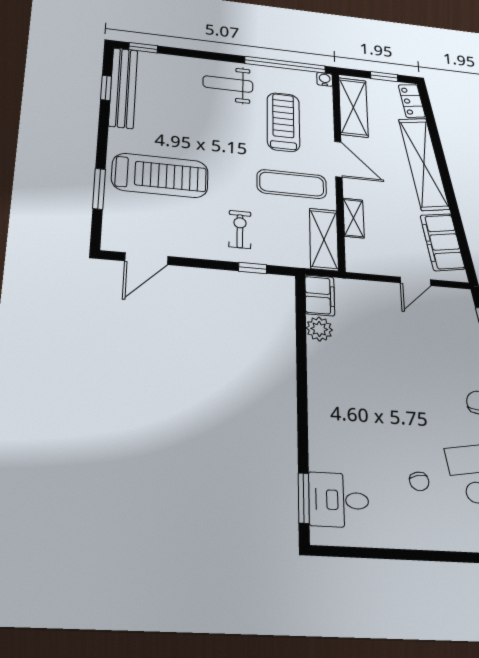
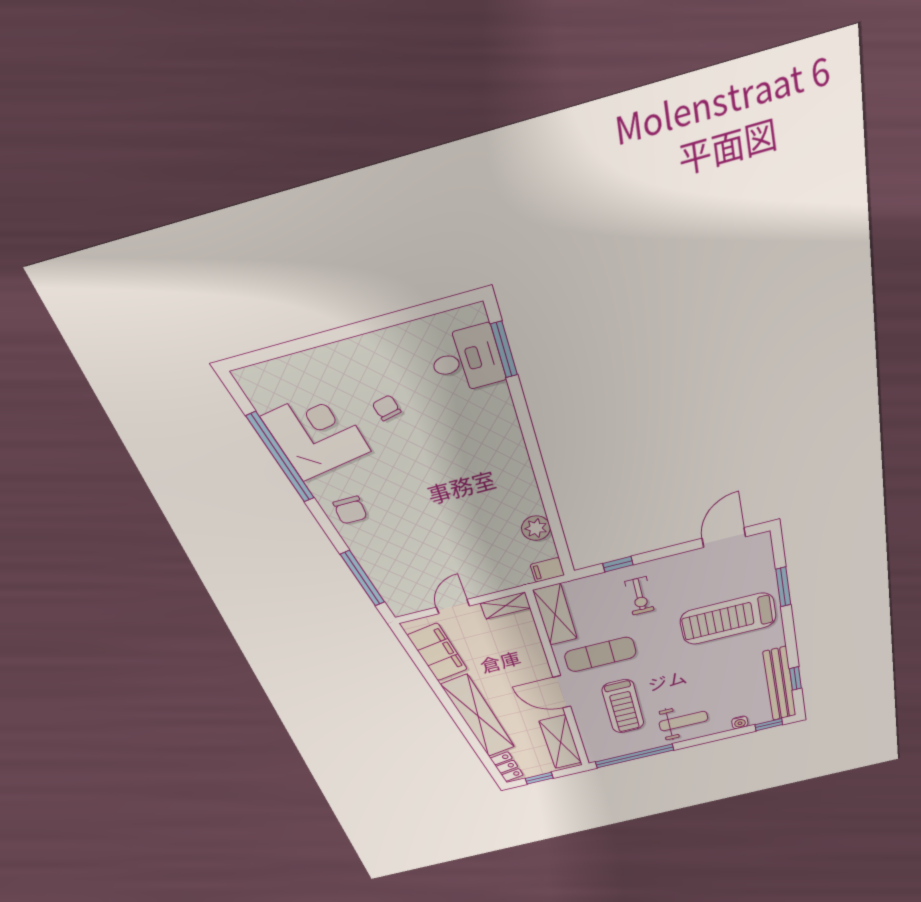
water cooler: (325, 79) -> (740, 722), moved
shelving: (353, 218) -> (505, 606), moved, turned 90
filing cabinet: (320, 295) -> (547, 570), width x0.50

